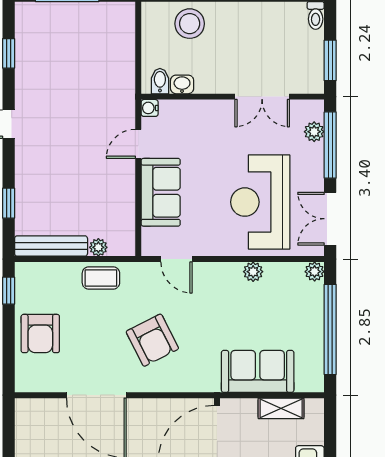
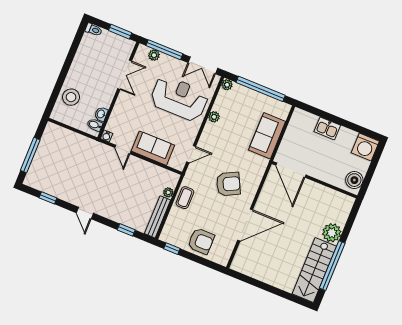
reception desk: (260, 202) -> (179, 98), turned 180
shelving: (281, 408) -> (291, 131), removed

